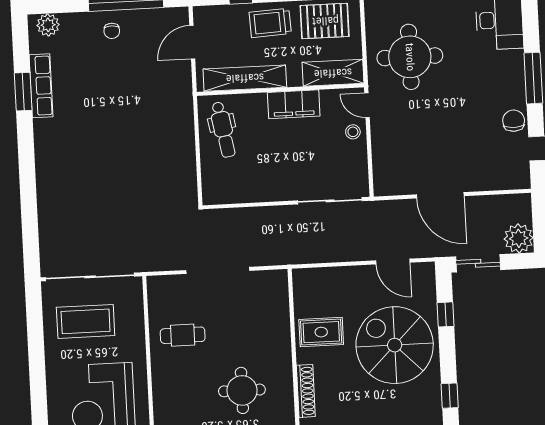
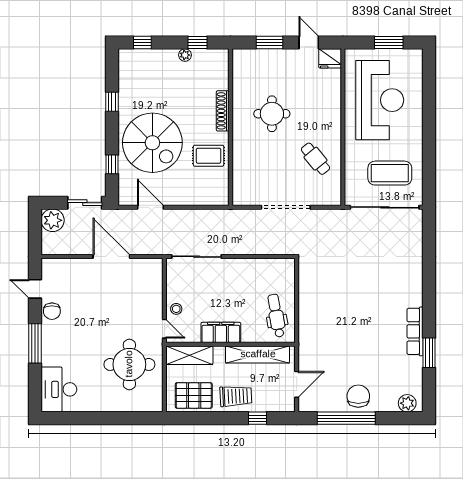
chair: (112, 31) -> (358, 396), width x1.87, depth x1.87
row of seats: (41, 86) -> (415, 331), moved
cafe table: (183, 335) -> (316, 159), turned 51

